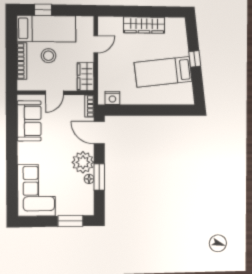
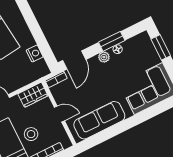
nightstand: (112, 98) -> (35, 53), moved
sofa: (29, 121) -> (99, 120), width x1.36
plant: (83, 162) -> (104, 57), width x0.53, depth x0.53

